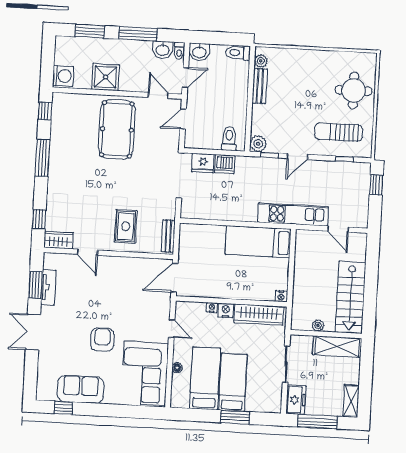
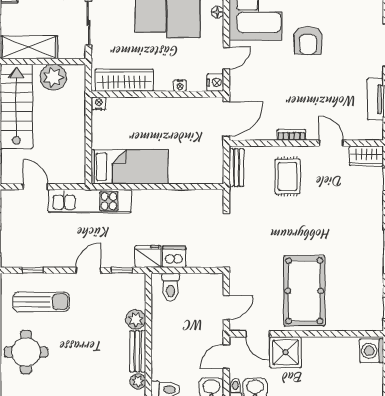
shower: (106, 77) -> (286, 352), moved
plant: (258, 144) -> (136, 319), moved
fridge: (203, 163) -> (148, 256), moved
bookcase: (120, 261) -> (292, 135), added
nightstand: (226, 310) -> (215, 82), moved, turned -90
plant: (318, 325) -> (53, 77), width x1.87, depth x1.87
door: (172, 329) -> (226, 58), swing flipped

